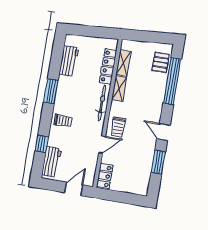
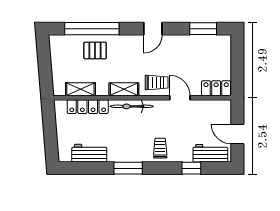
pallet: (161, 62) -> (95, 50), moved
shelving: (119, 89) -> (124, 89), moved
window: (158, 162) -> (203, 29), moved
door: (74, 189) -> (237, 134), moved

